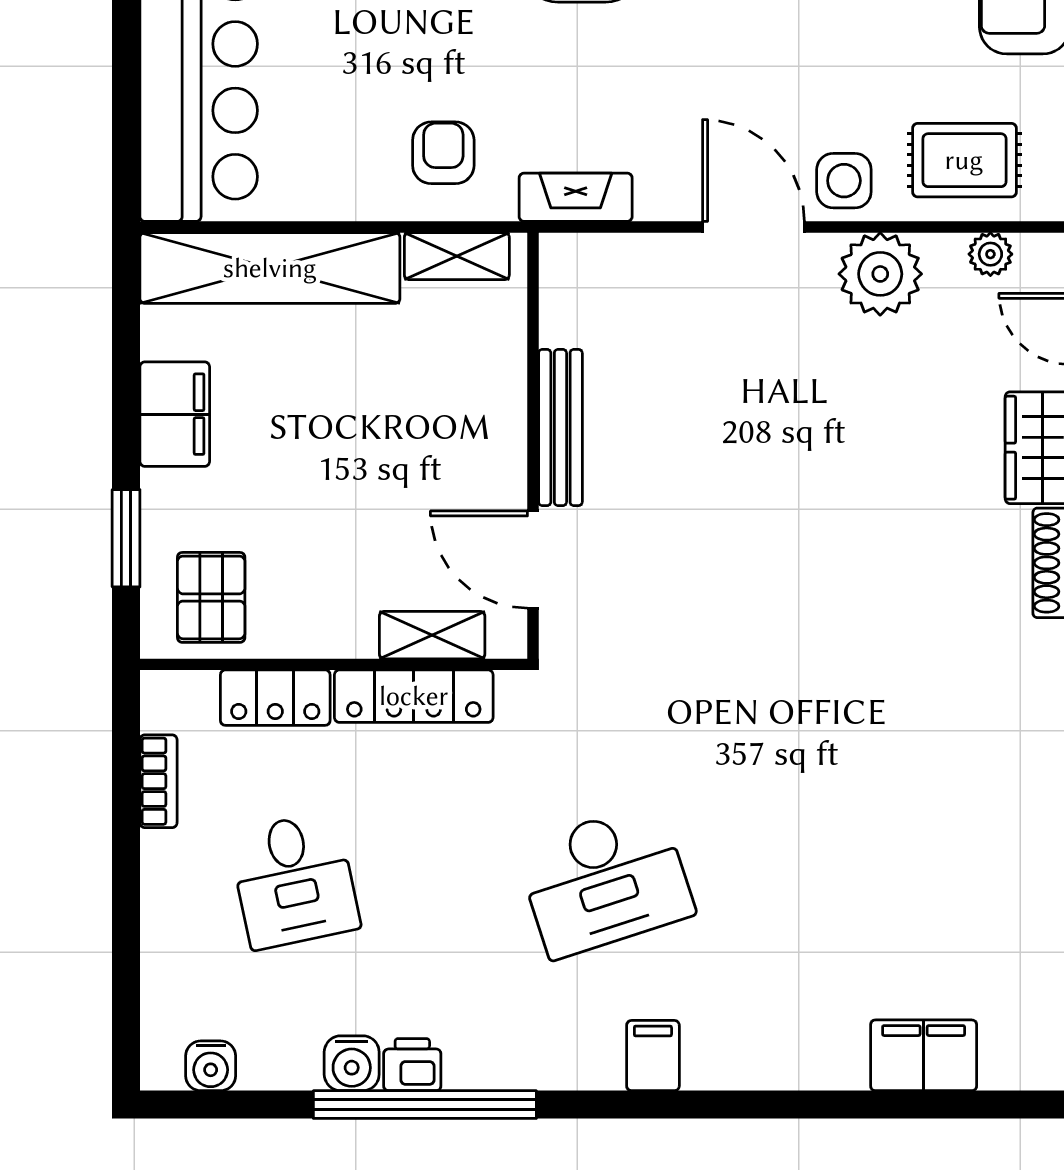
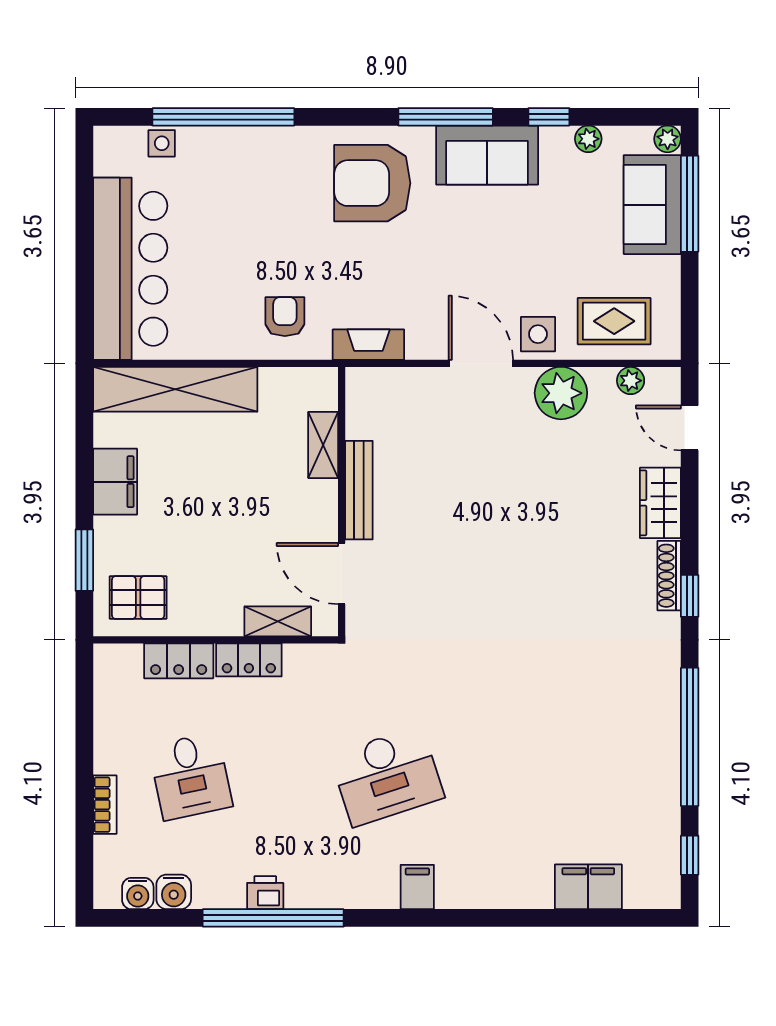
shelving: (457, 256) -> (323, 445), moved, turned 90
pallet: (211, 597) -> (138, 597), turned 90
locker: (414, 696) -> (249, 660), width x0.66
bookcase: (158, 781) -> (105, 805), moved
water cooler: (352, 1063) -> (174, 892), moved

